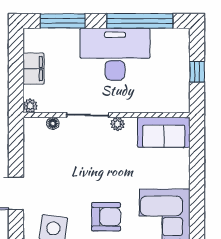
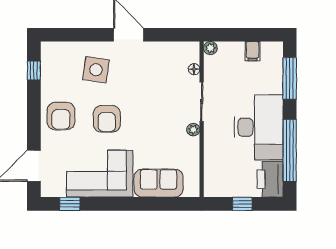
printer: (171, 42) -> (270, 179), added
filing cabinet: (33, 69) -> (252, 51), width x0.50
sofa: (164, 132) -> (159, 183), moved, turned 90

